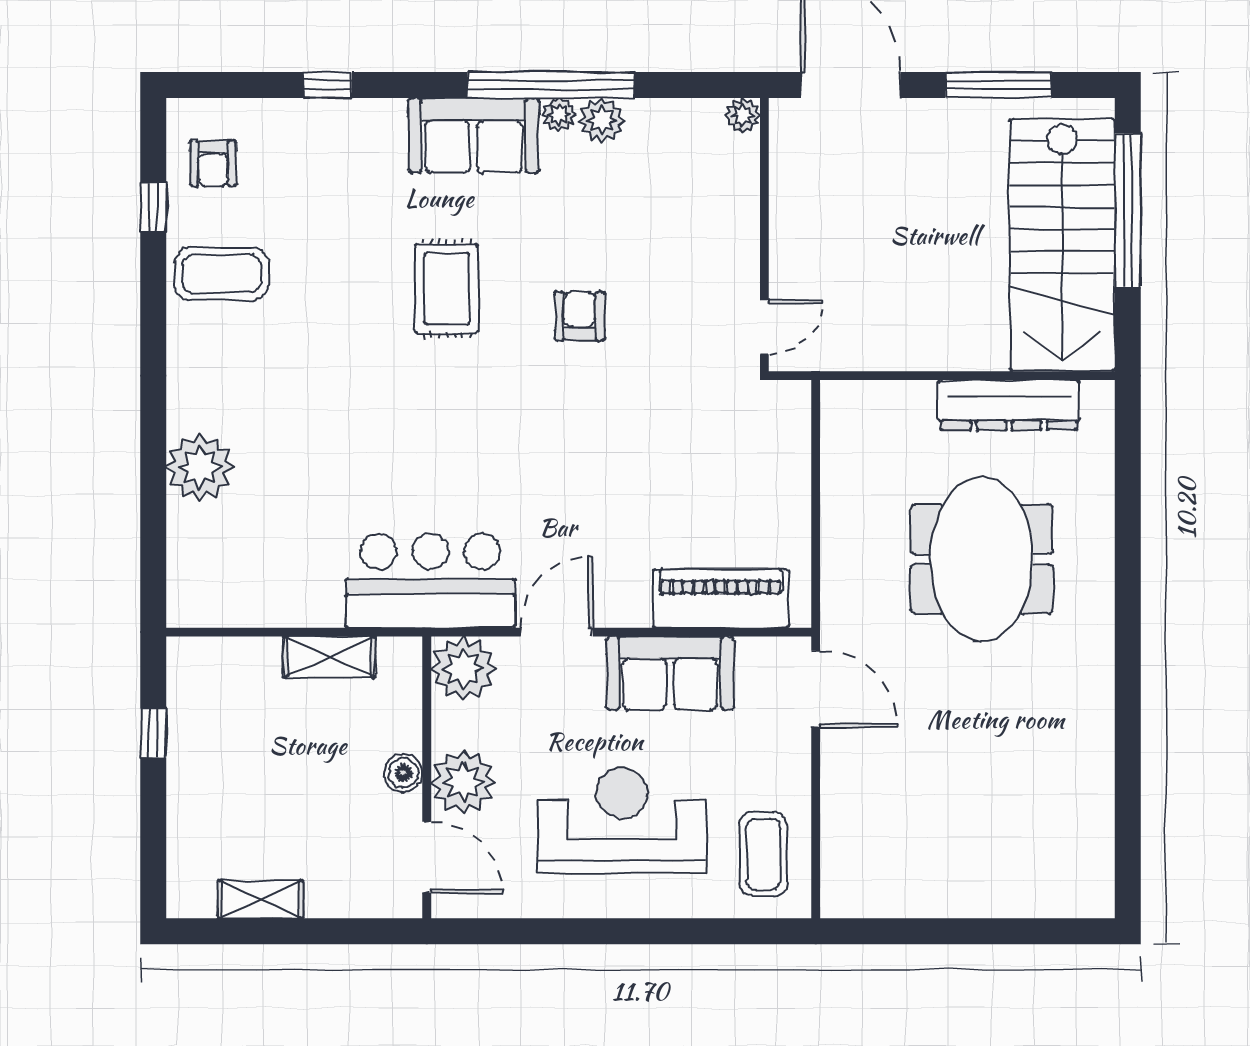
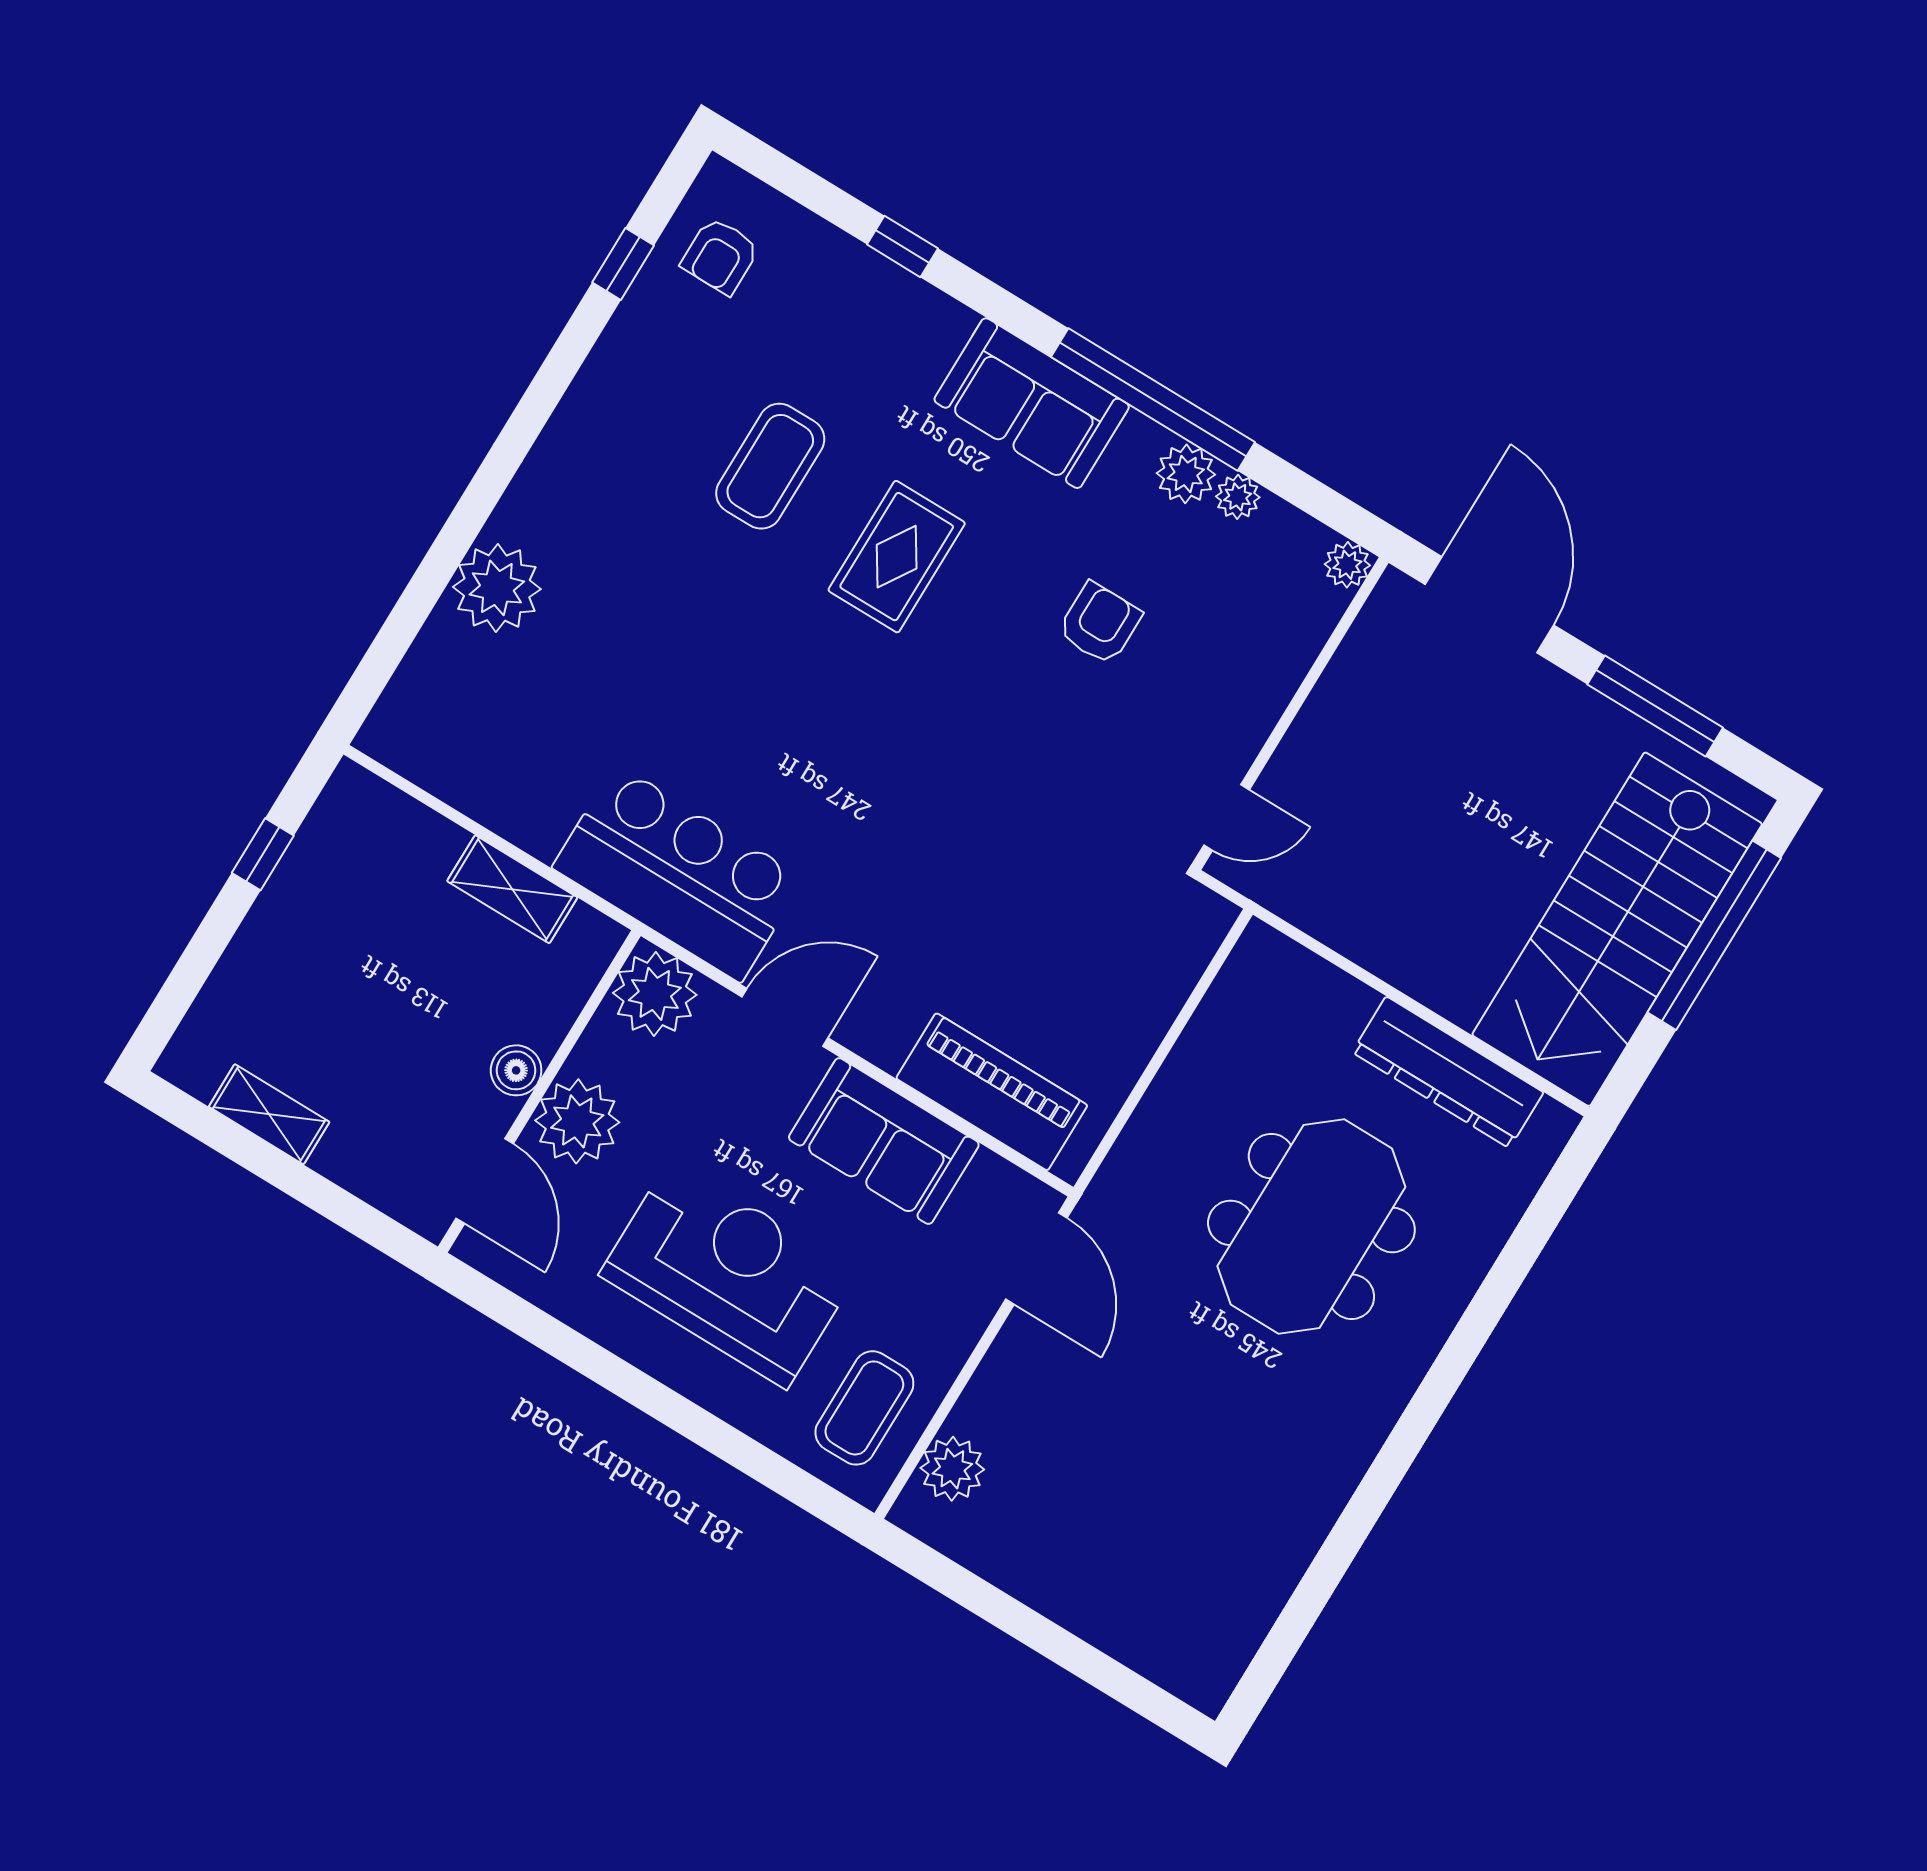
plant: (559, 115) -> (1238, 497), moved
coffee table: (222, 274) -> (770, 466), moved, turned 90
armchair: (580, 316) -> (1100, 623), moved
plant: (844, 859) -> (952, 1469), added

